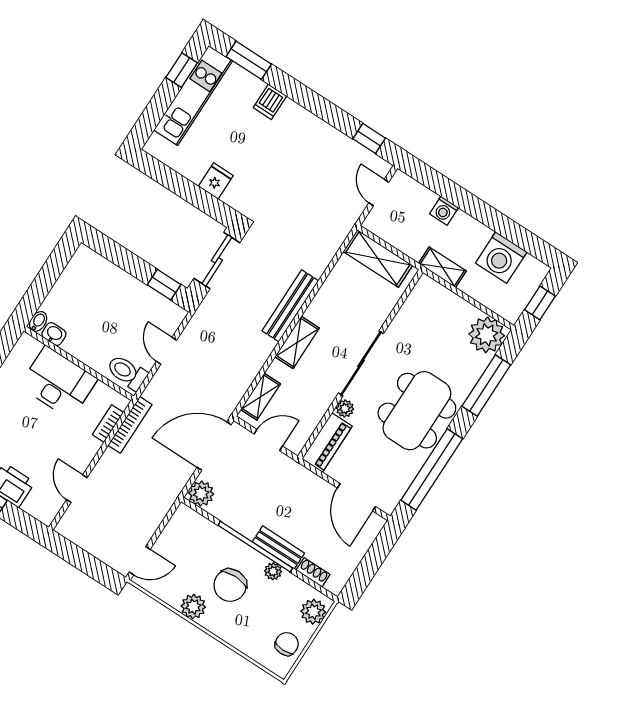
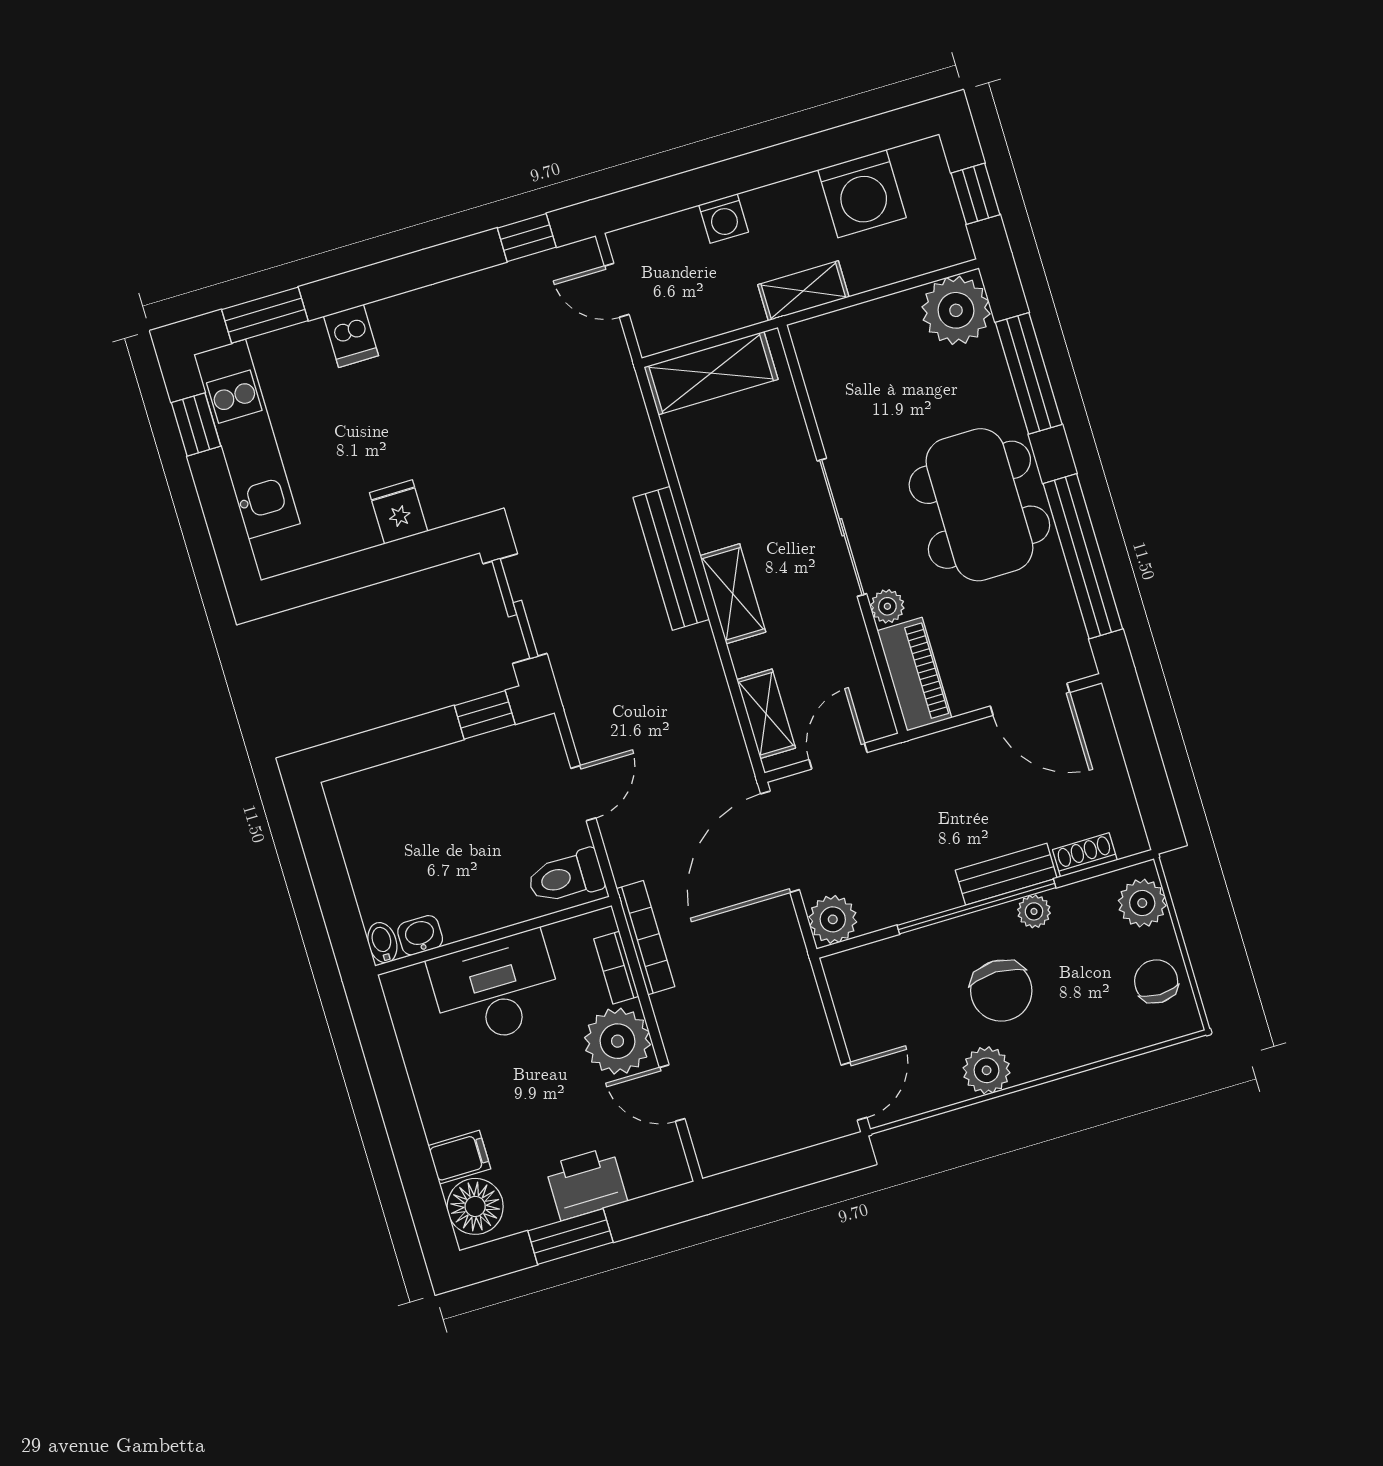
door: (166, 351) -> (583, 793), swing flipped
plant: (79, 449) -> (618, 1041), added

